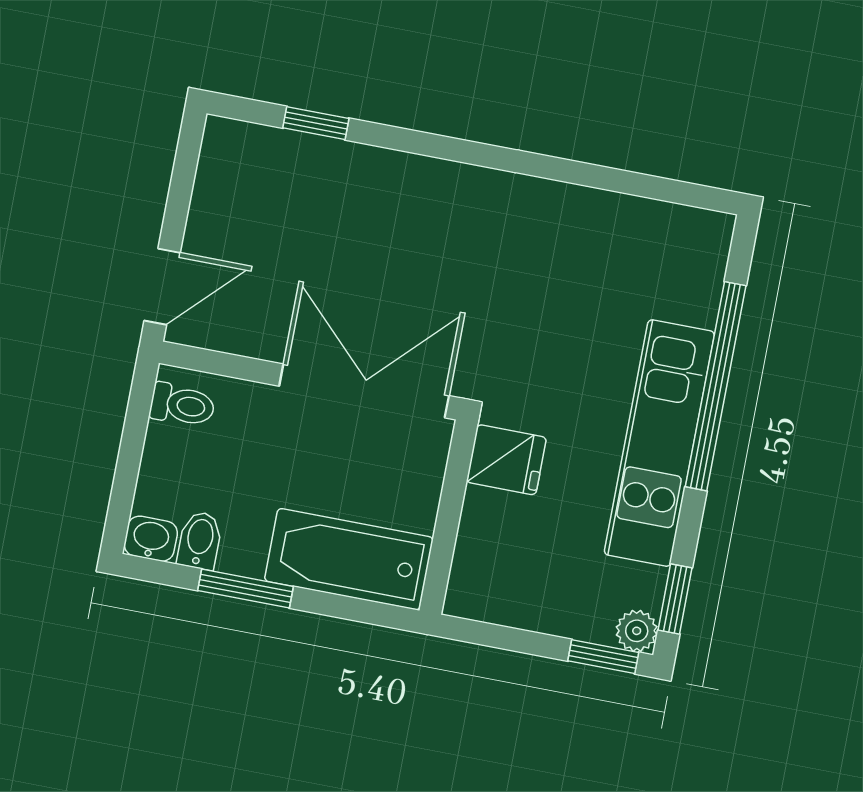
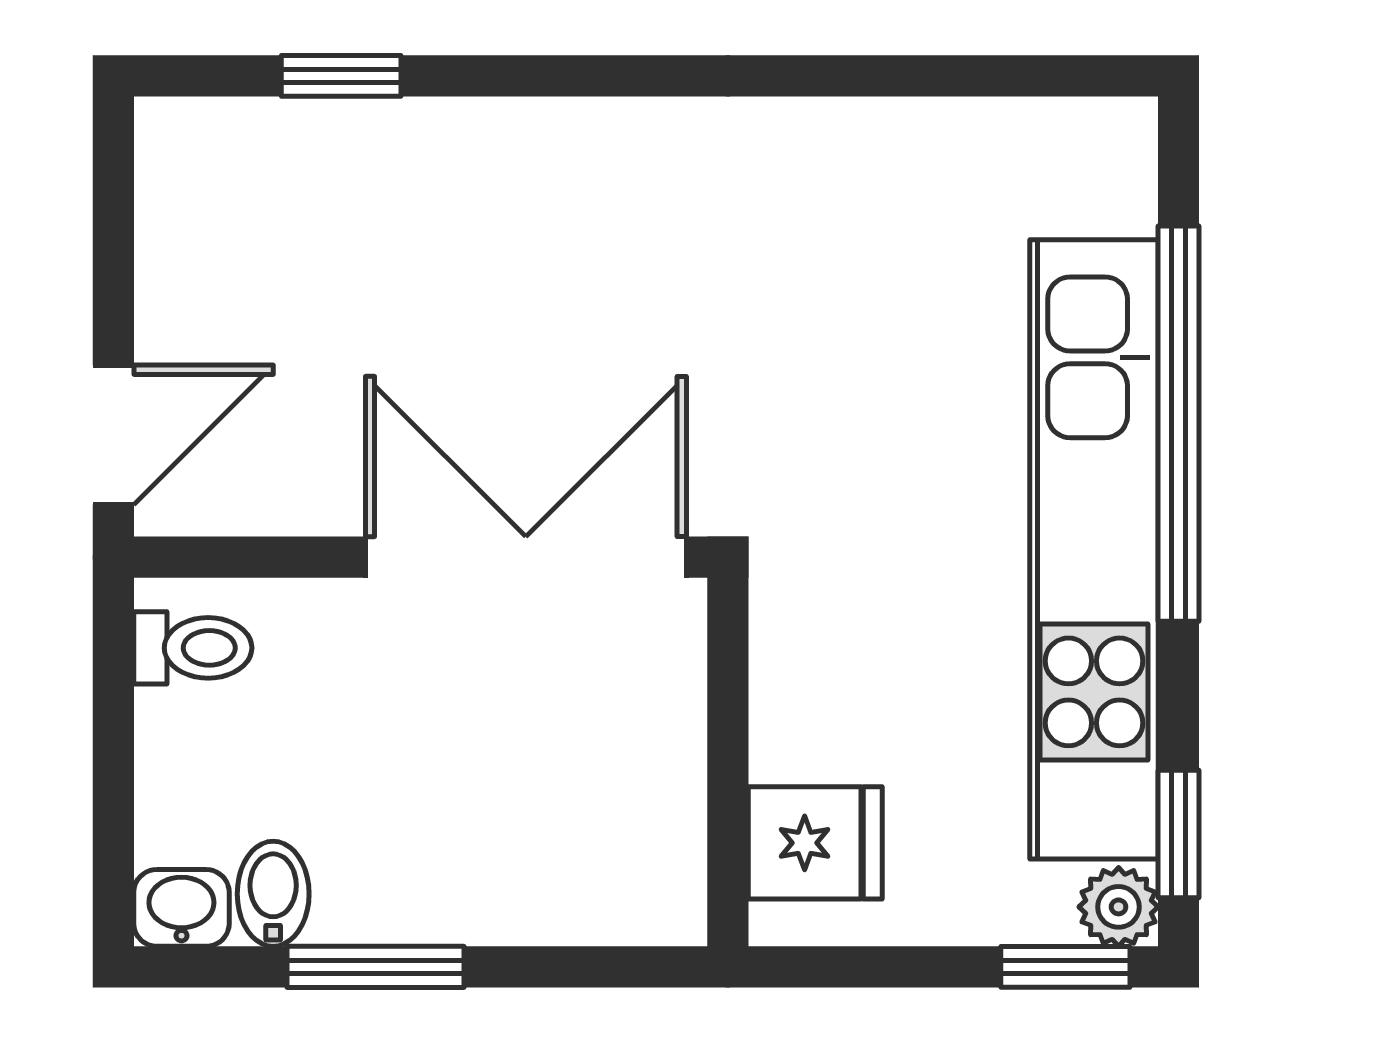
kitchen unit: (659, 443) -> (1094, 549), width x1.36
fridge: (506, 460) -> (815, 843), moved
bathtub: (349, 559) -> (557, 876), removed

